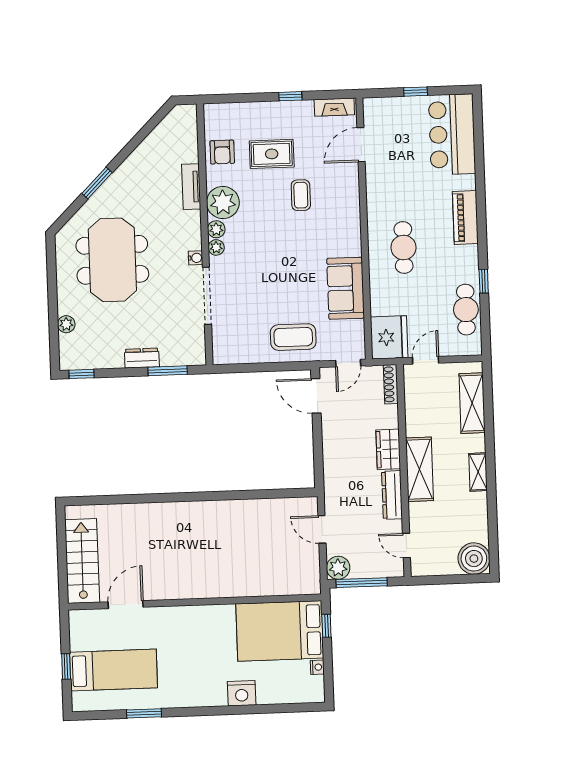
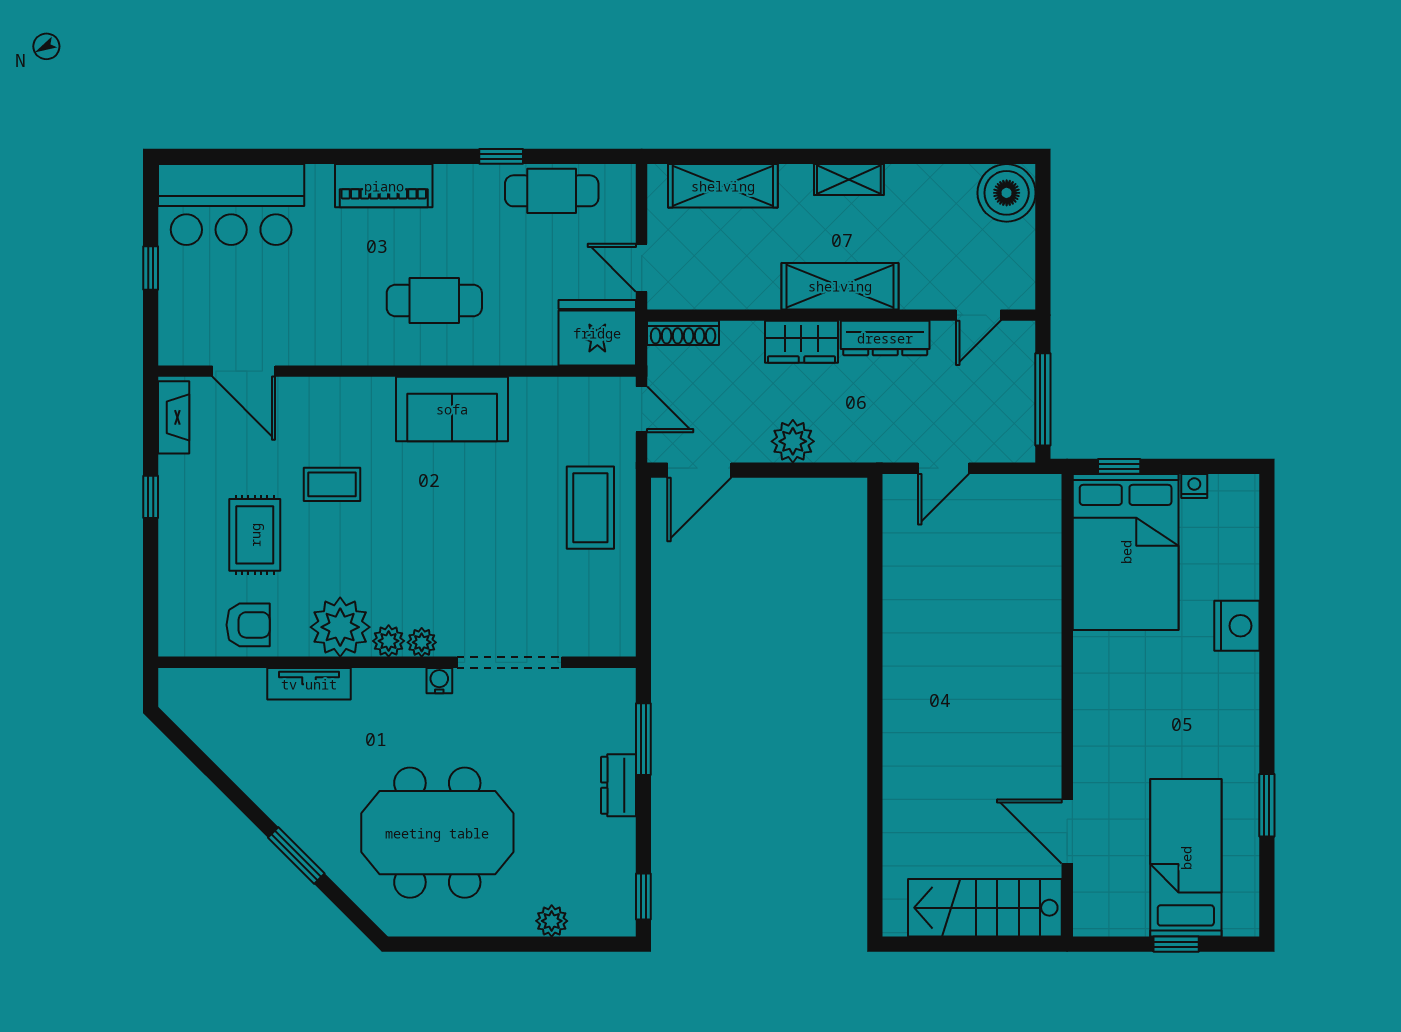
sofa: (346, 288) -> (452, 409), moved
plant: (338, 568) -> (793, 441), moved

